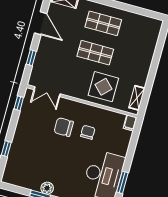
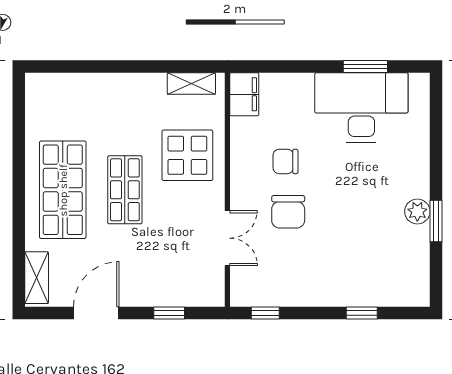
shop shelf: (103, 23) -> (63, 190), width x1.43, depth x1.36
double door: (47, 92) -> (227, 238), moved
filing cabinet: (130, 123) -> (244, 94), width x2.00

